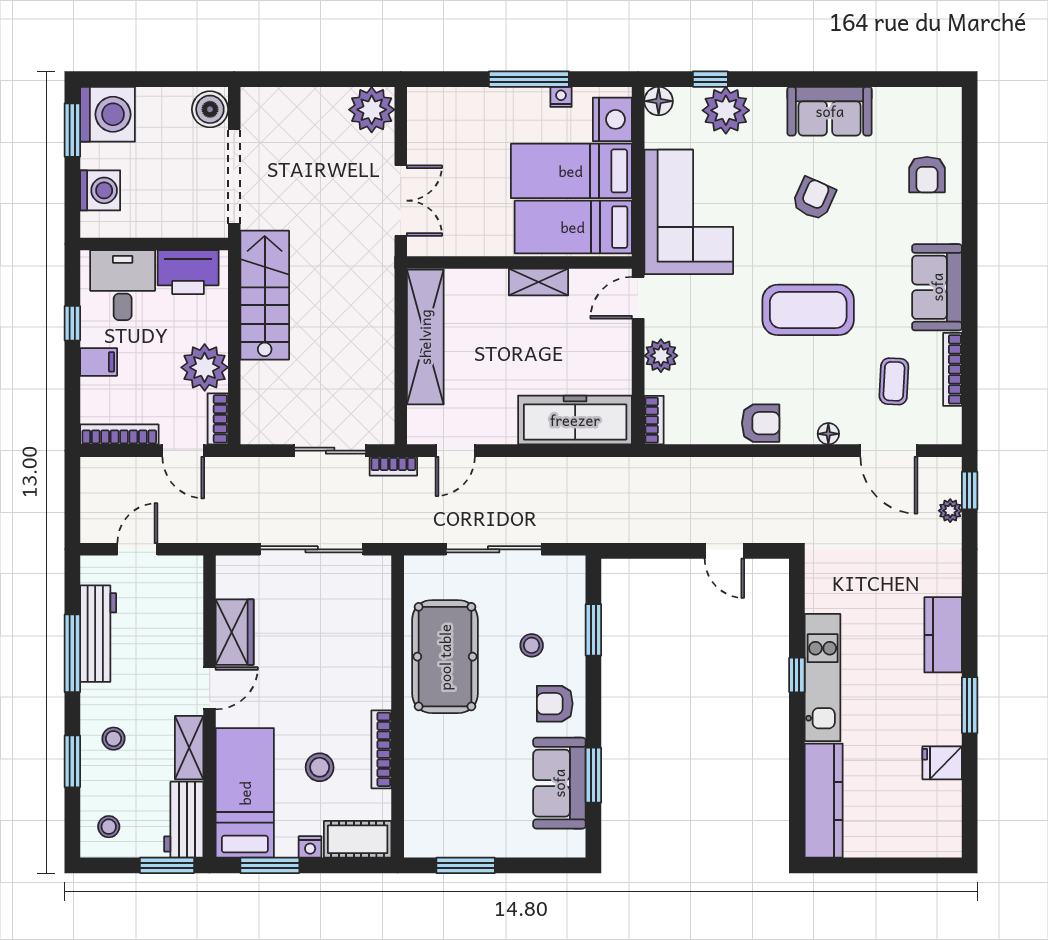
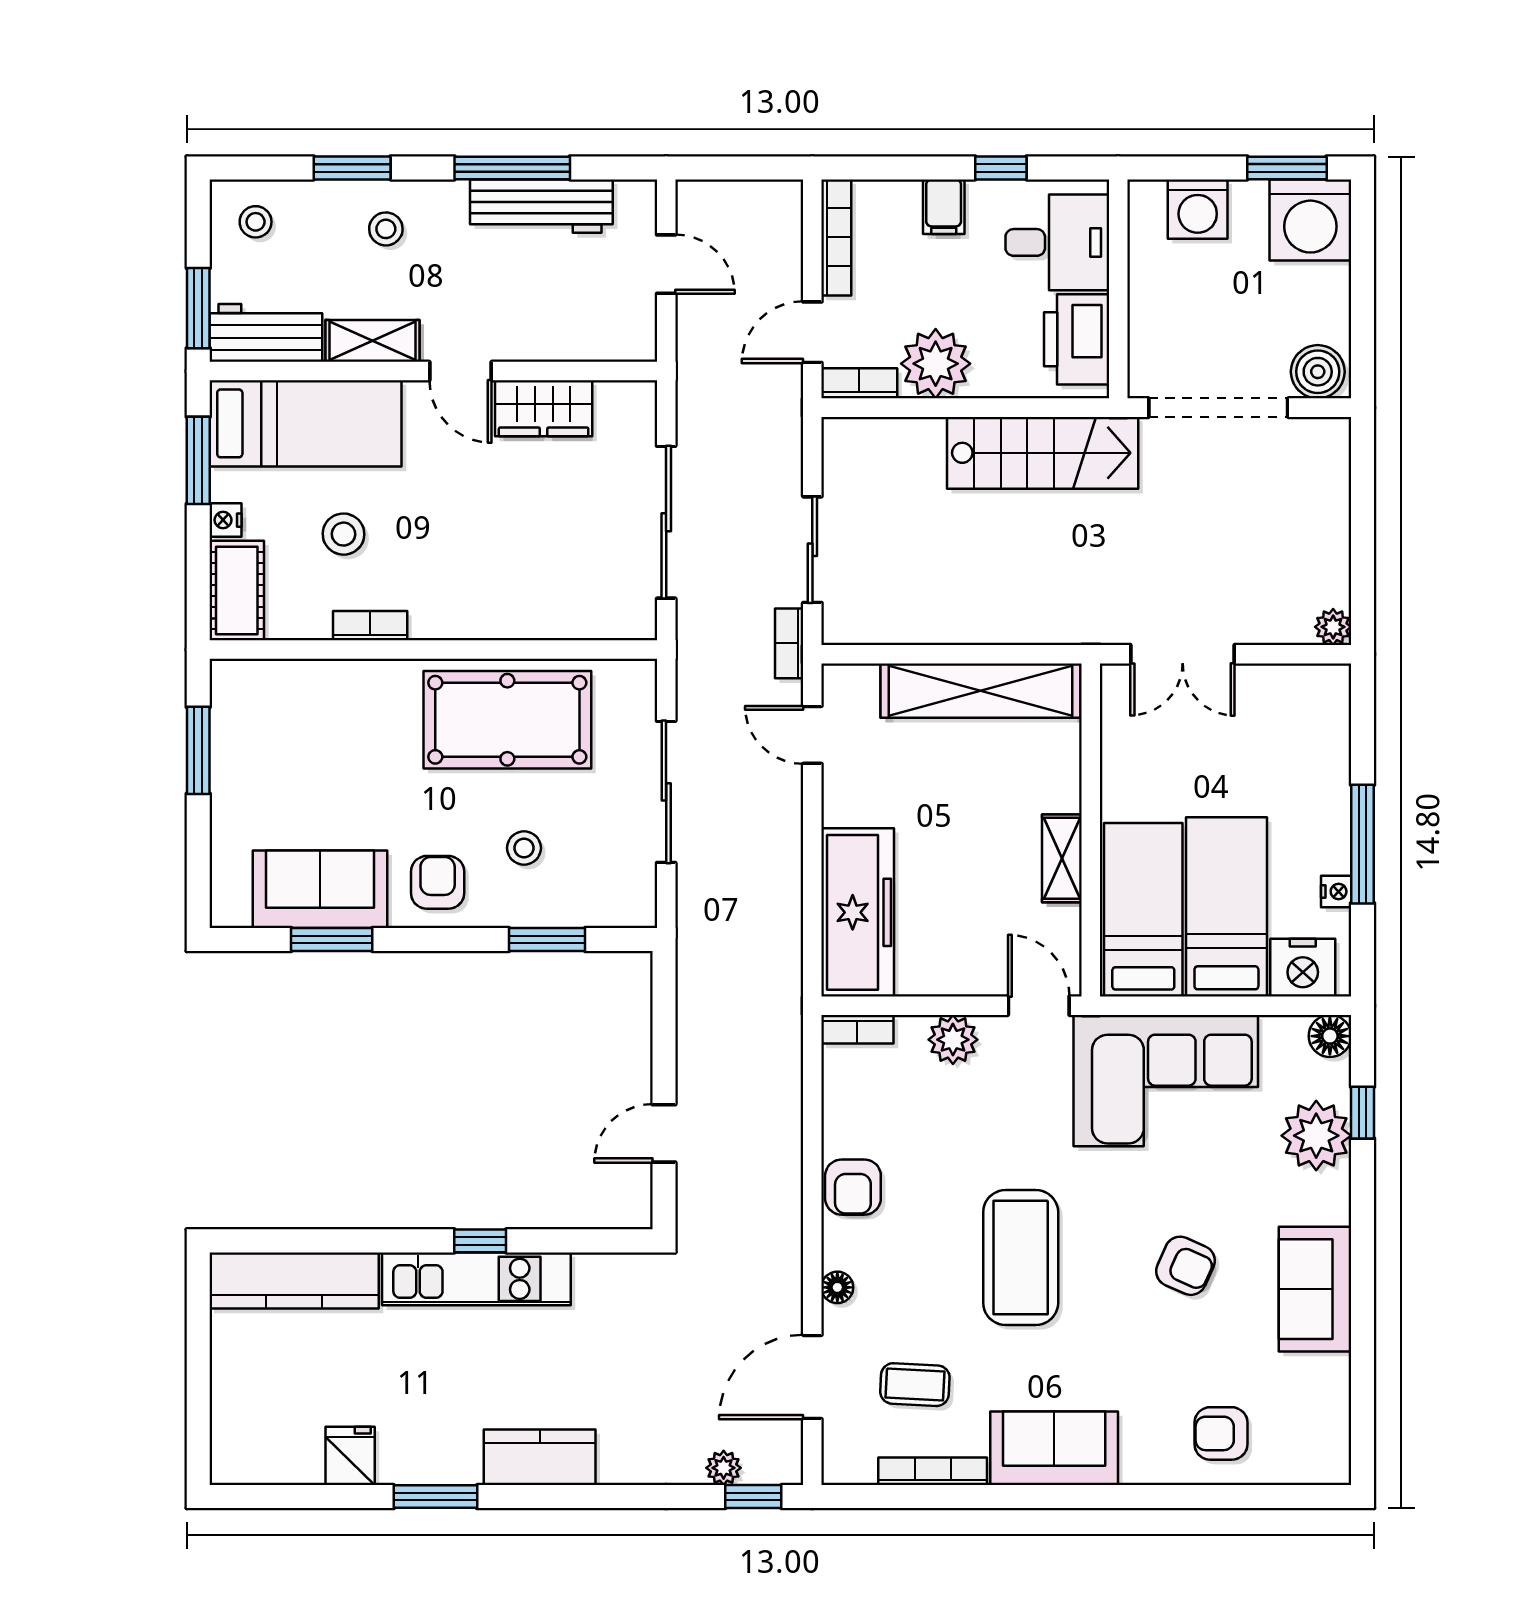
plant: (372, 110) -> (1333, 627), width x0.53, depth x0.53
bookcase: (381, 749) -> (370, 626), width x0.64

